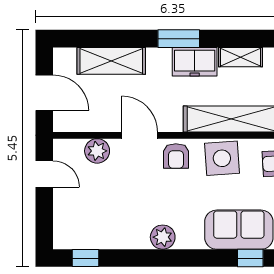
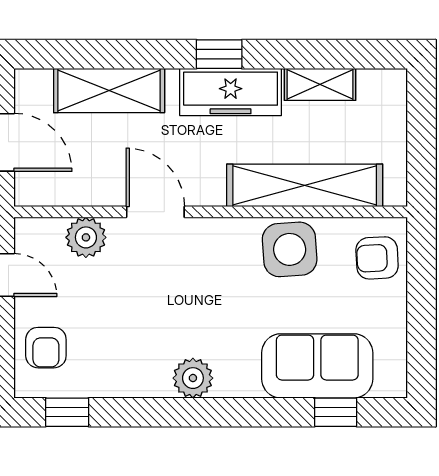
window: (179, 39) -> (219, 54), width x0.67
freezer: (195, 62) -> (231, 92), width x1.40
armchair: (176, 156) -> (46, 348), moved

